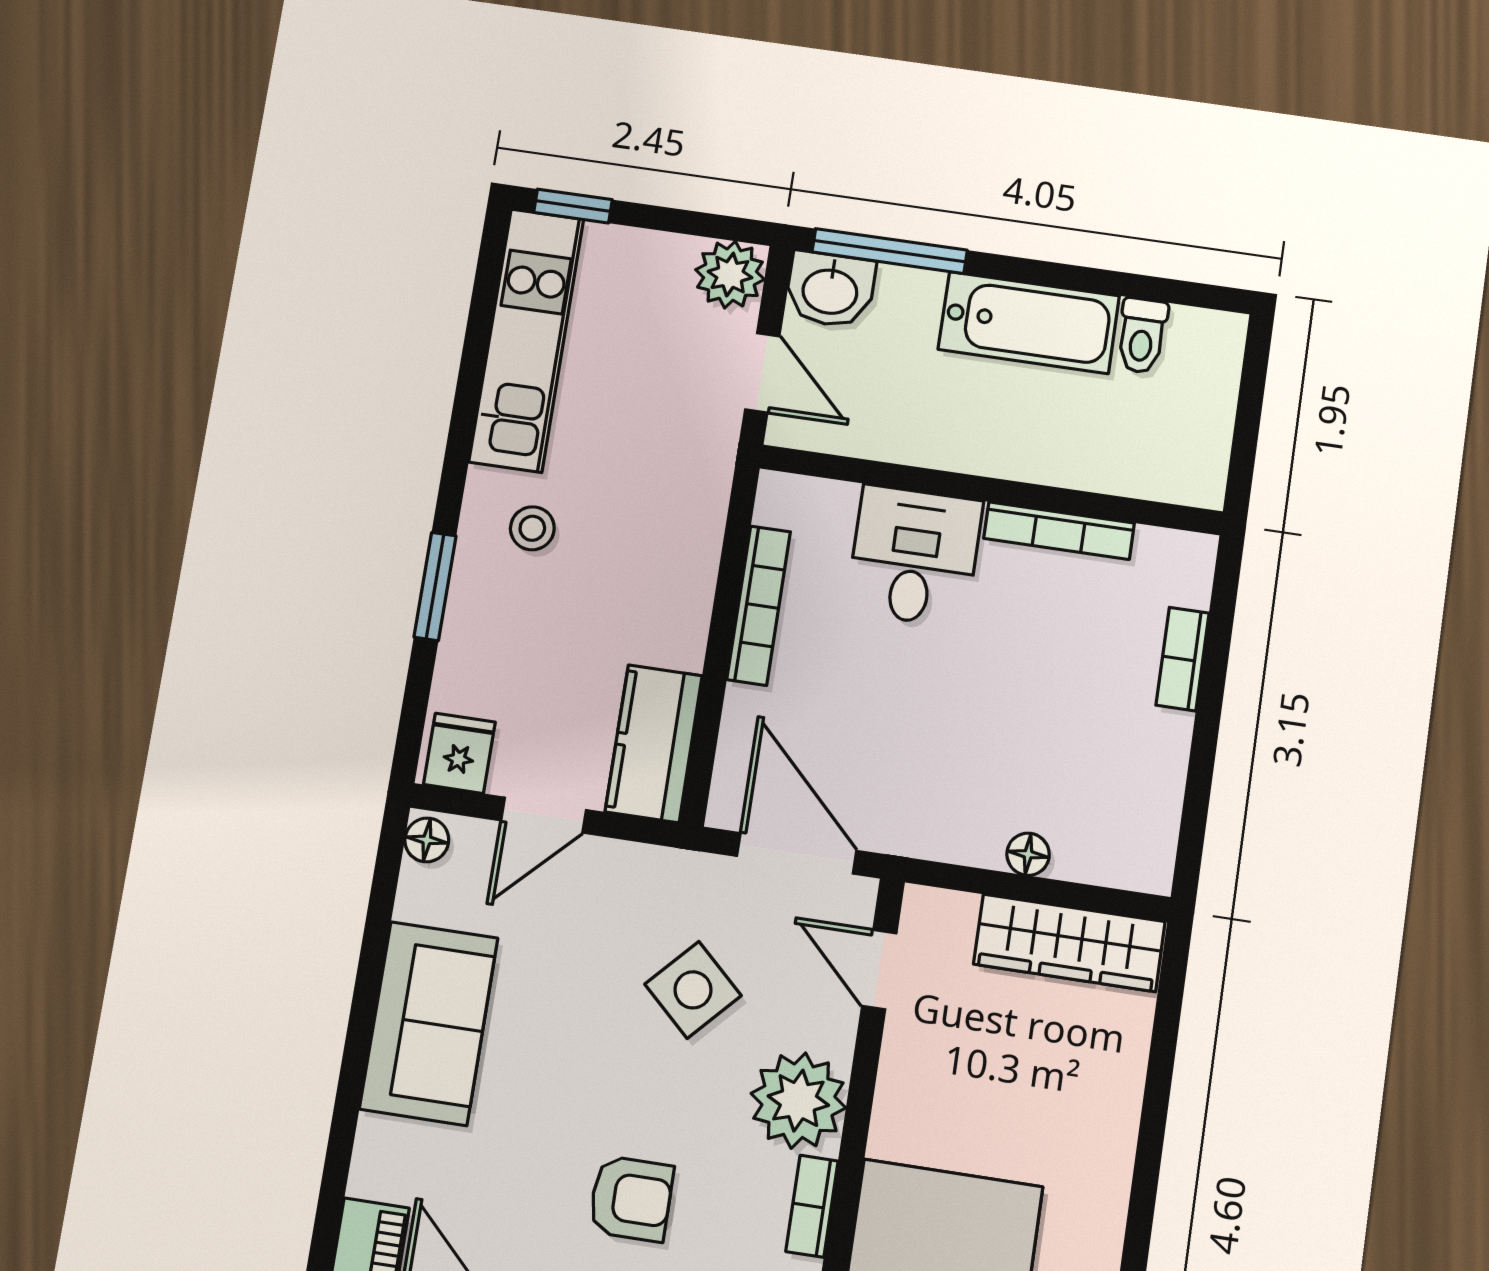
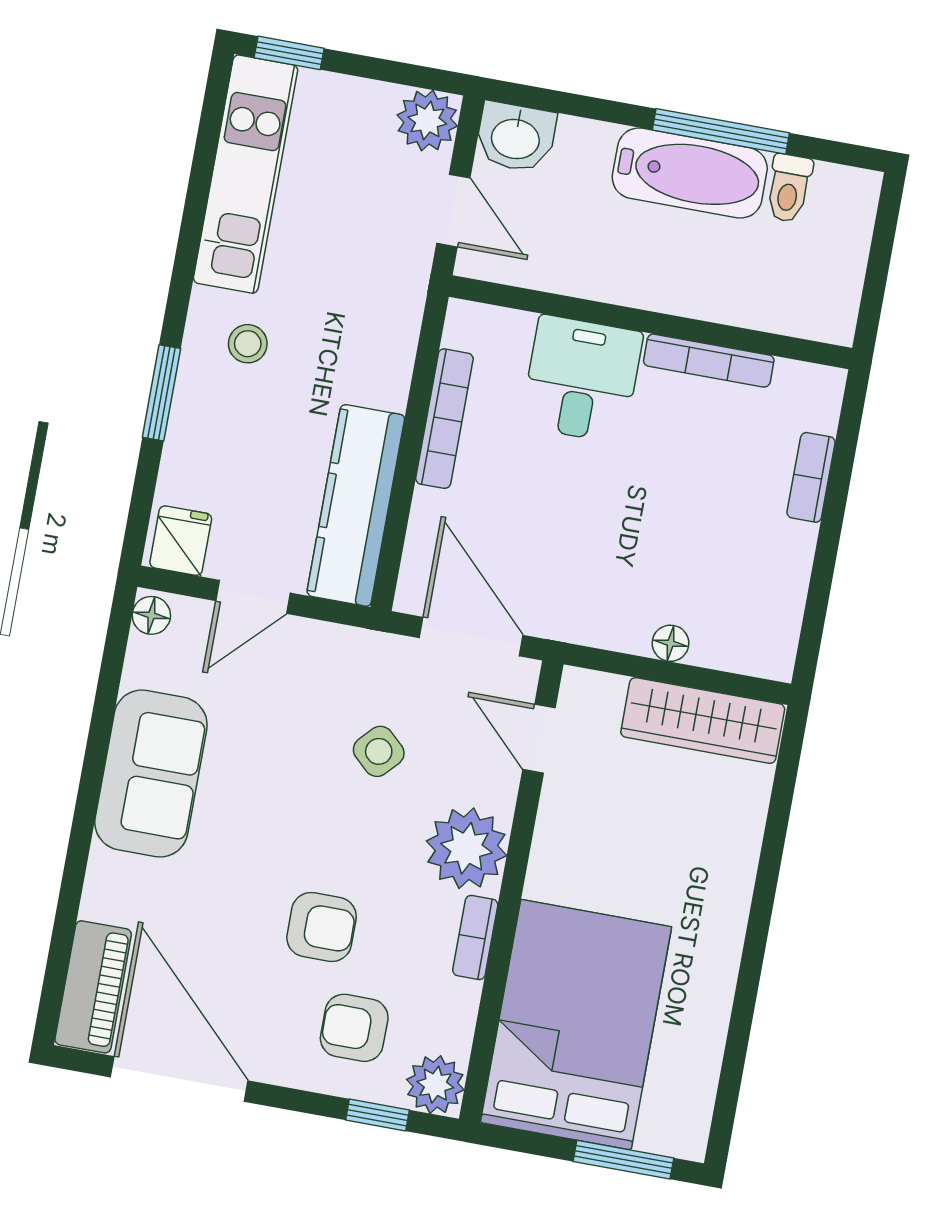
window: (890, 251) -> (721, 131), moved
kitchen counter: (654, 744) -> (356, 505), width x1.50
side table: (693, 990) -> (379, 751), width x0.73, depth x0.73

